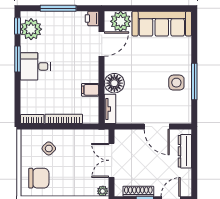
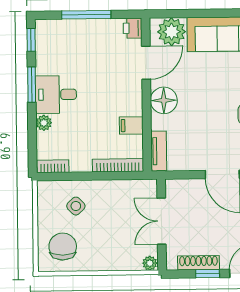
plant: (31, 29) -> (44, 123), moved, width x0.53, depth x0.53
floor lamp: (114, 83) -> (164, 100), moved
bookcase: (64, 119) -> (118, 165), moved
chair: (39, 178) -> (63, 247), turned -90

